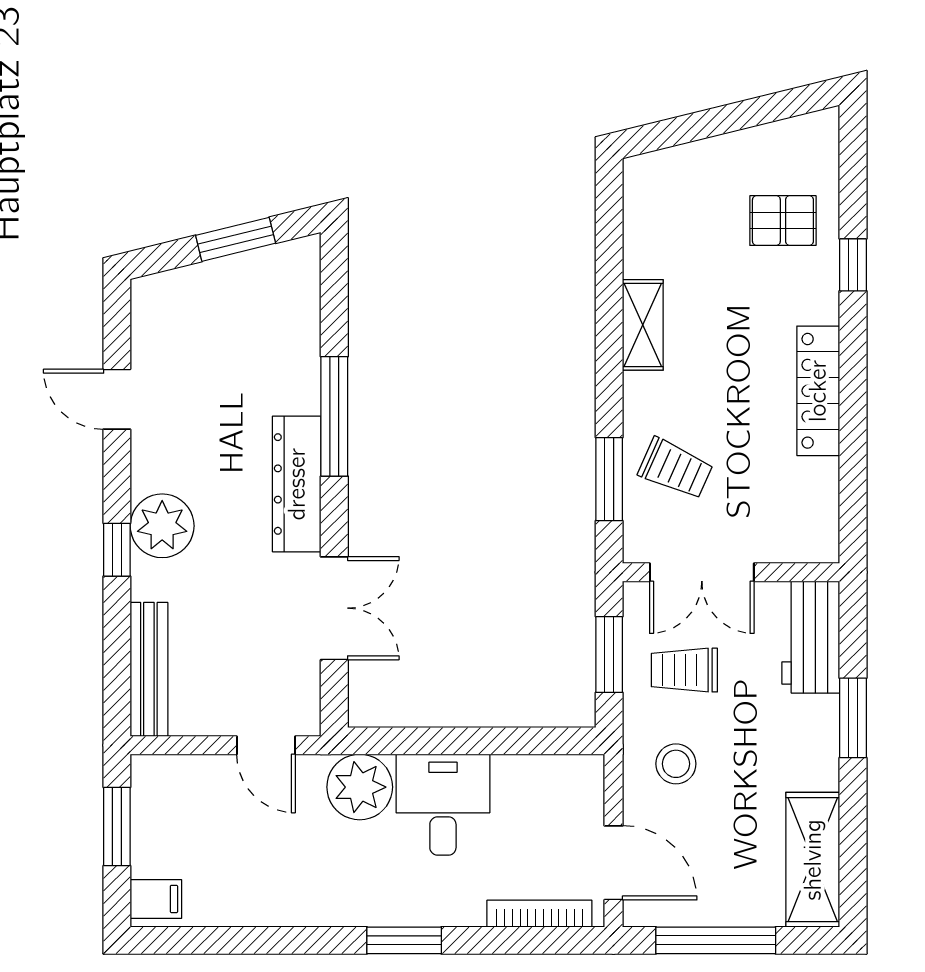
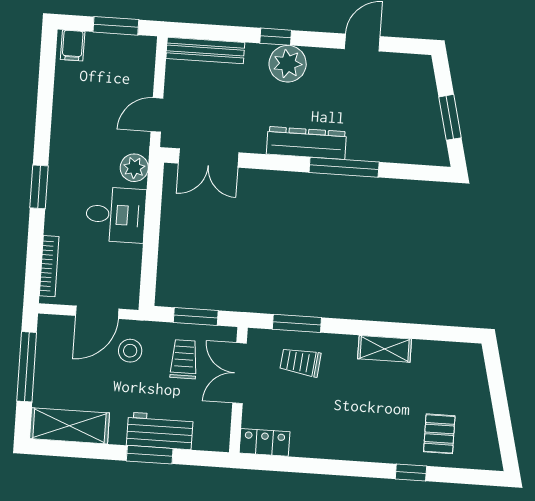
locker: (818, 391) -> (265, 442), moved, width x0.66
trolley: (676, 469) -> (300, 362), turned 72
double door: (334, 608) -> (209, 158), moved
workbench: (811, 637) -> (160, 431), moved
plant: (360, 787) -> (134, 168), width x0.73, depth x0.73
door: (614, 863) -> (97, 312), moved

